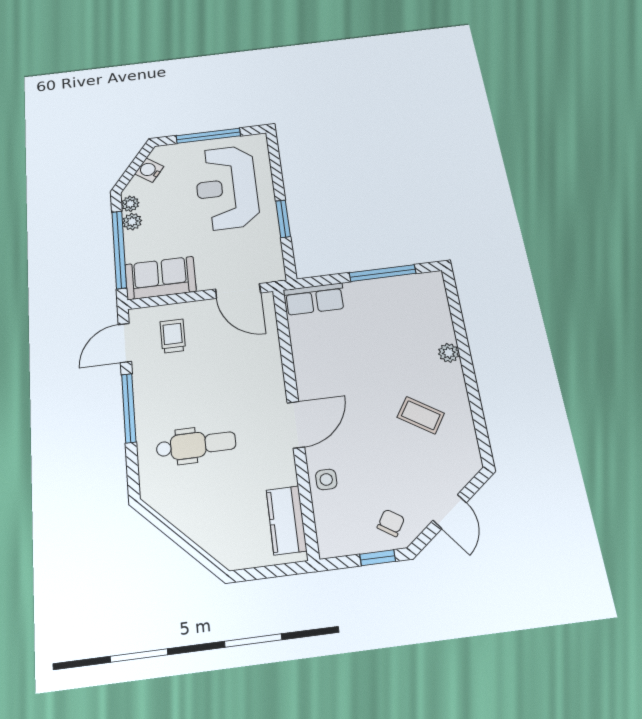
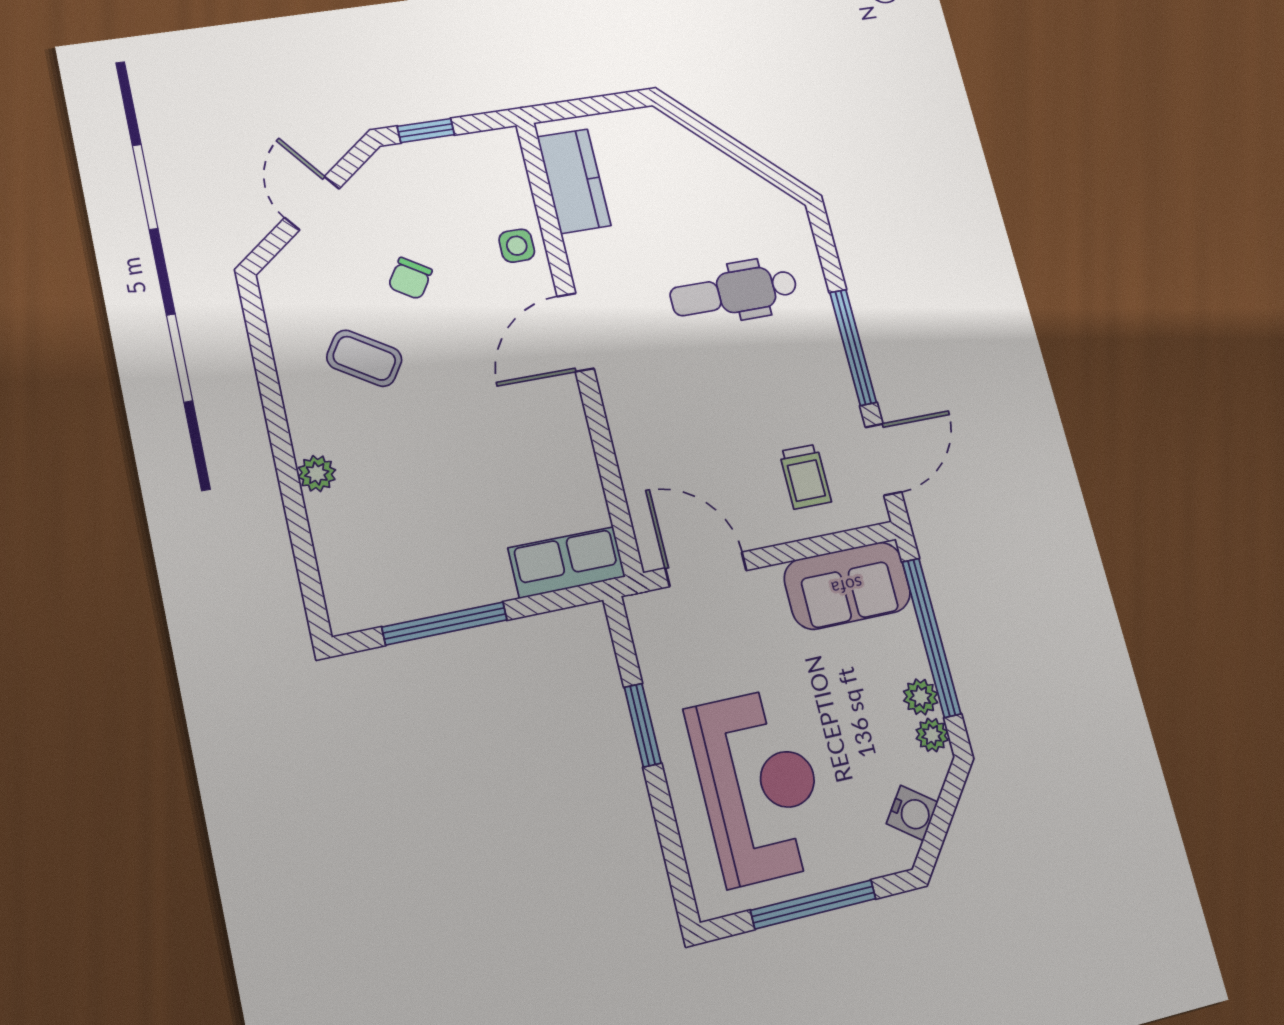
chair: (391, 523) -> (410, 278), moved

